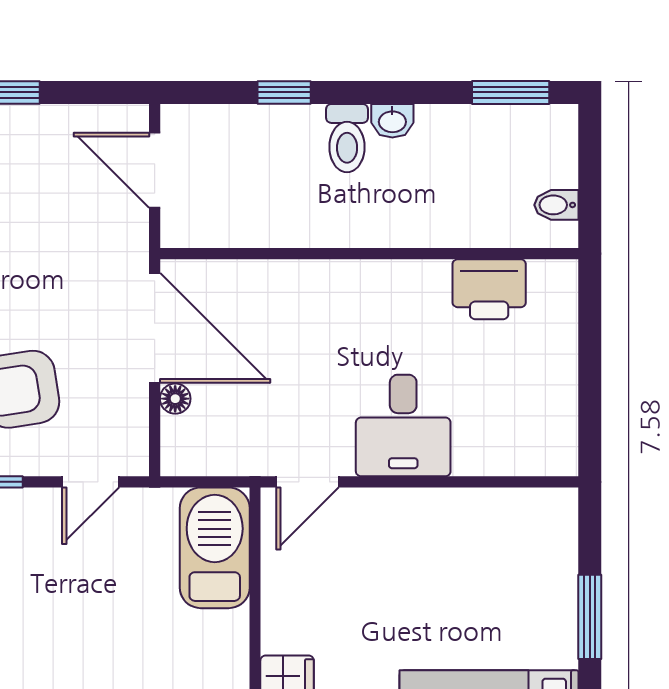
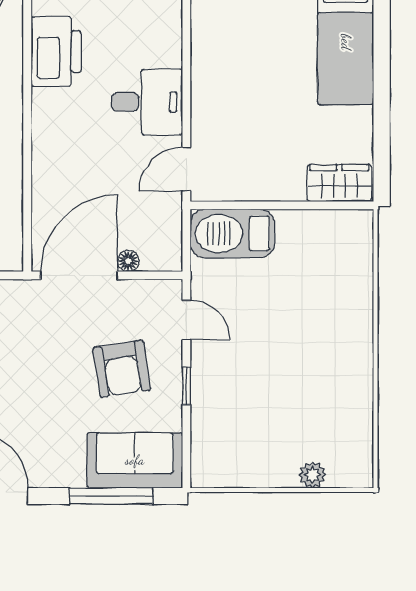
printer: (489, 289) -> (56, 52), width x1.37, depth x1.19
door: (307, 482) -> (186, 169), swing flipped

